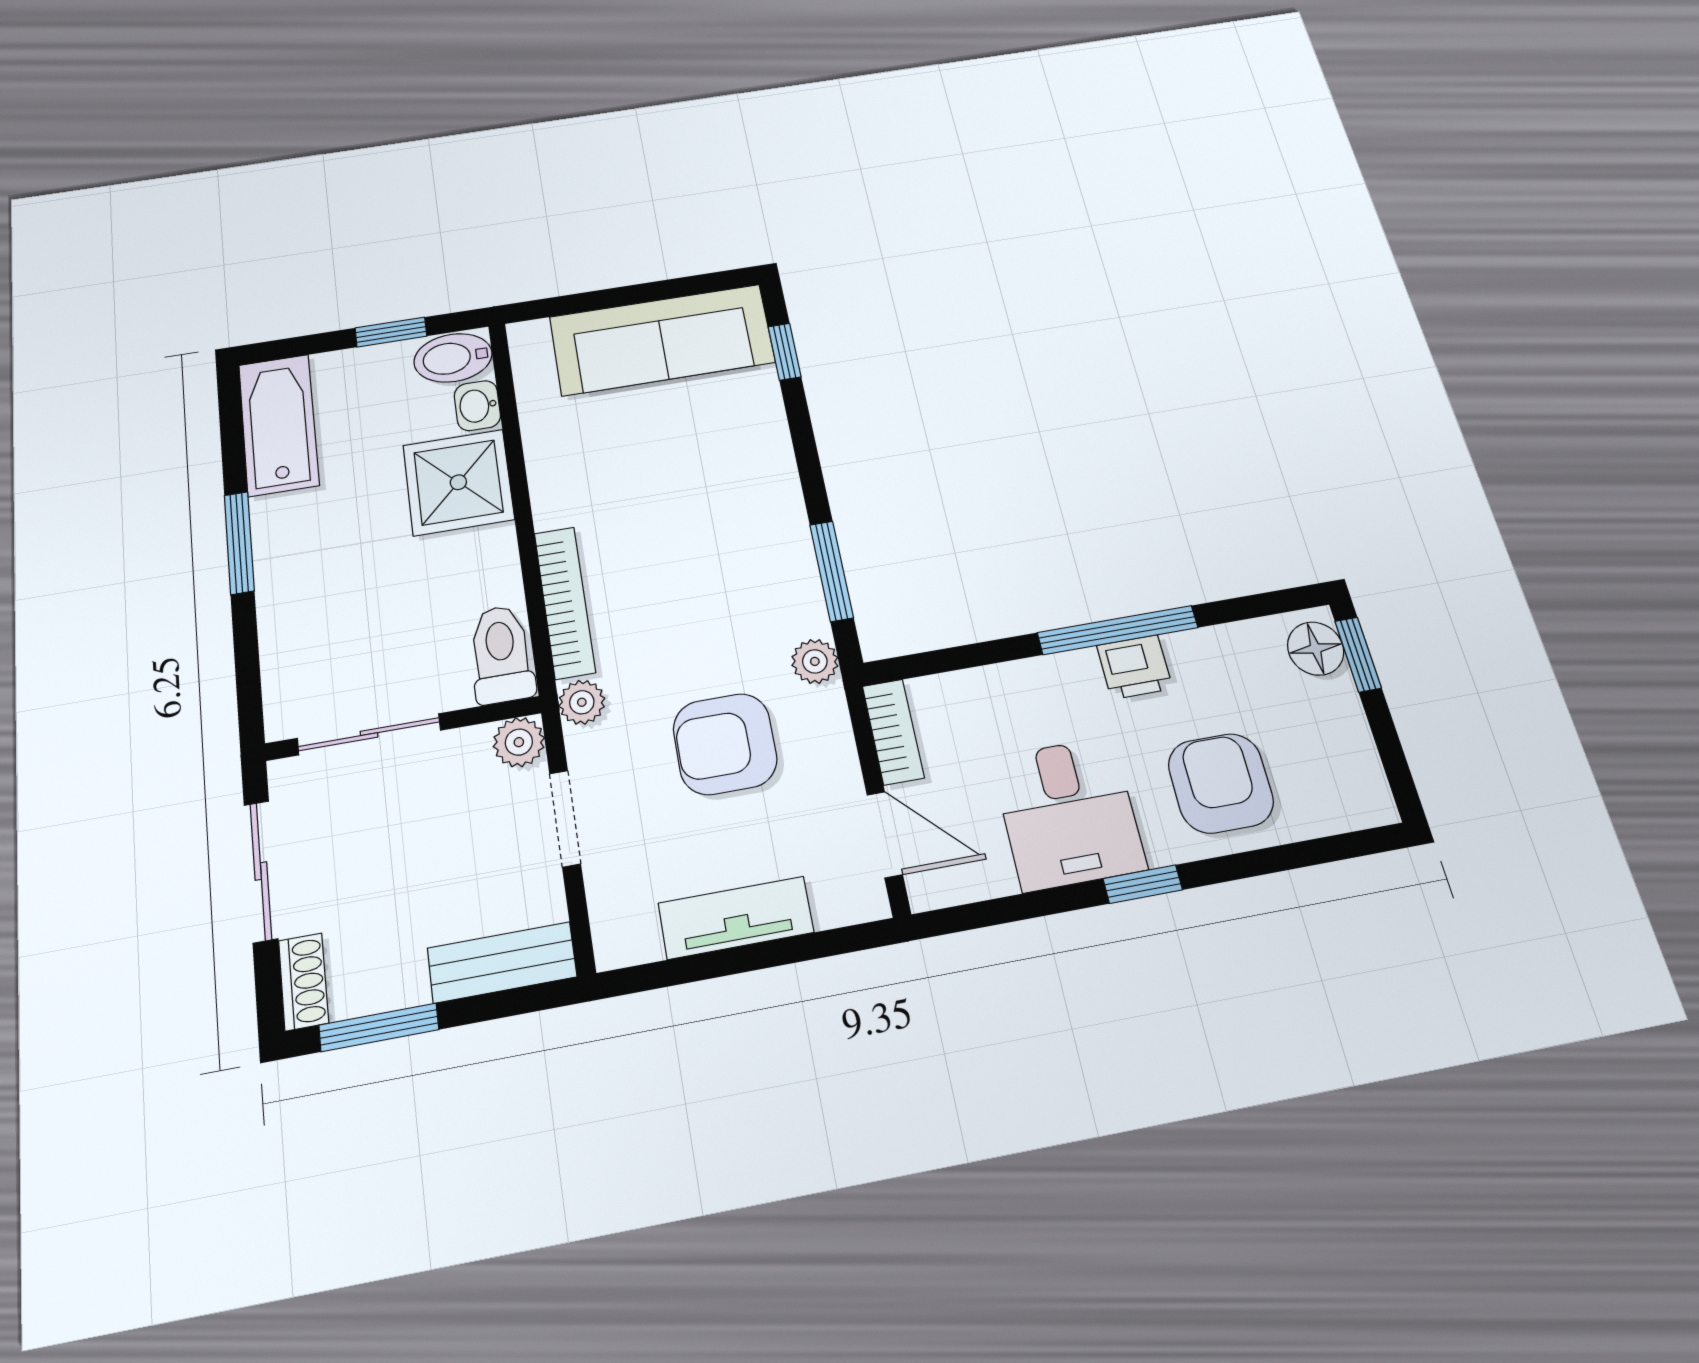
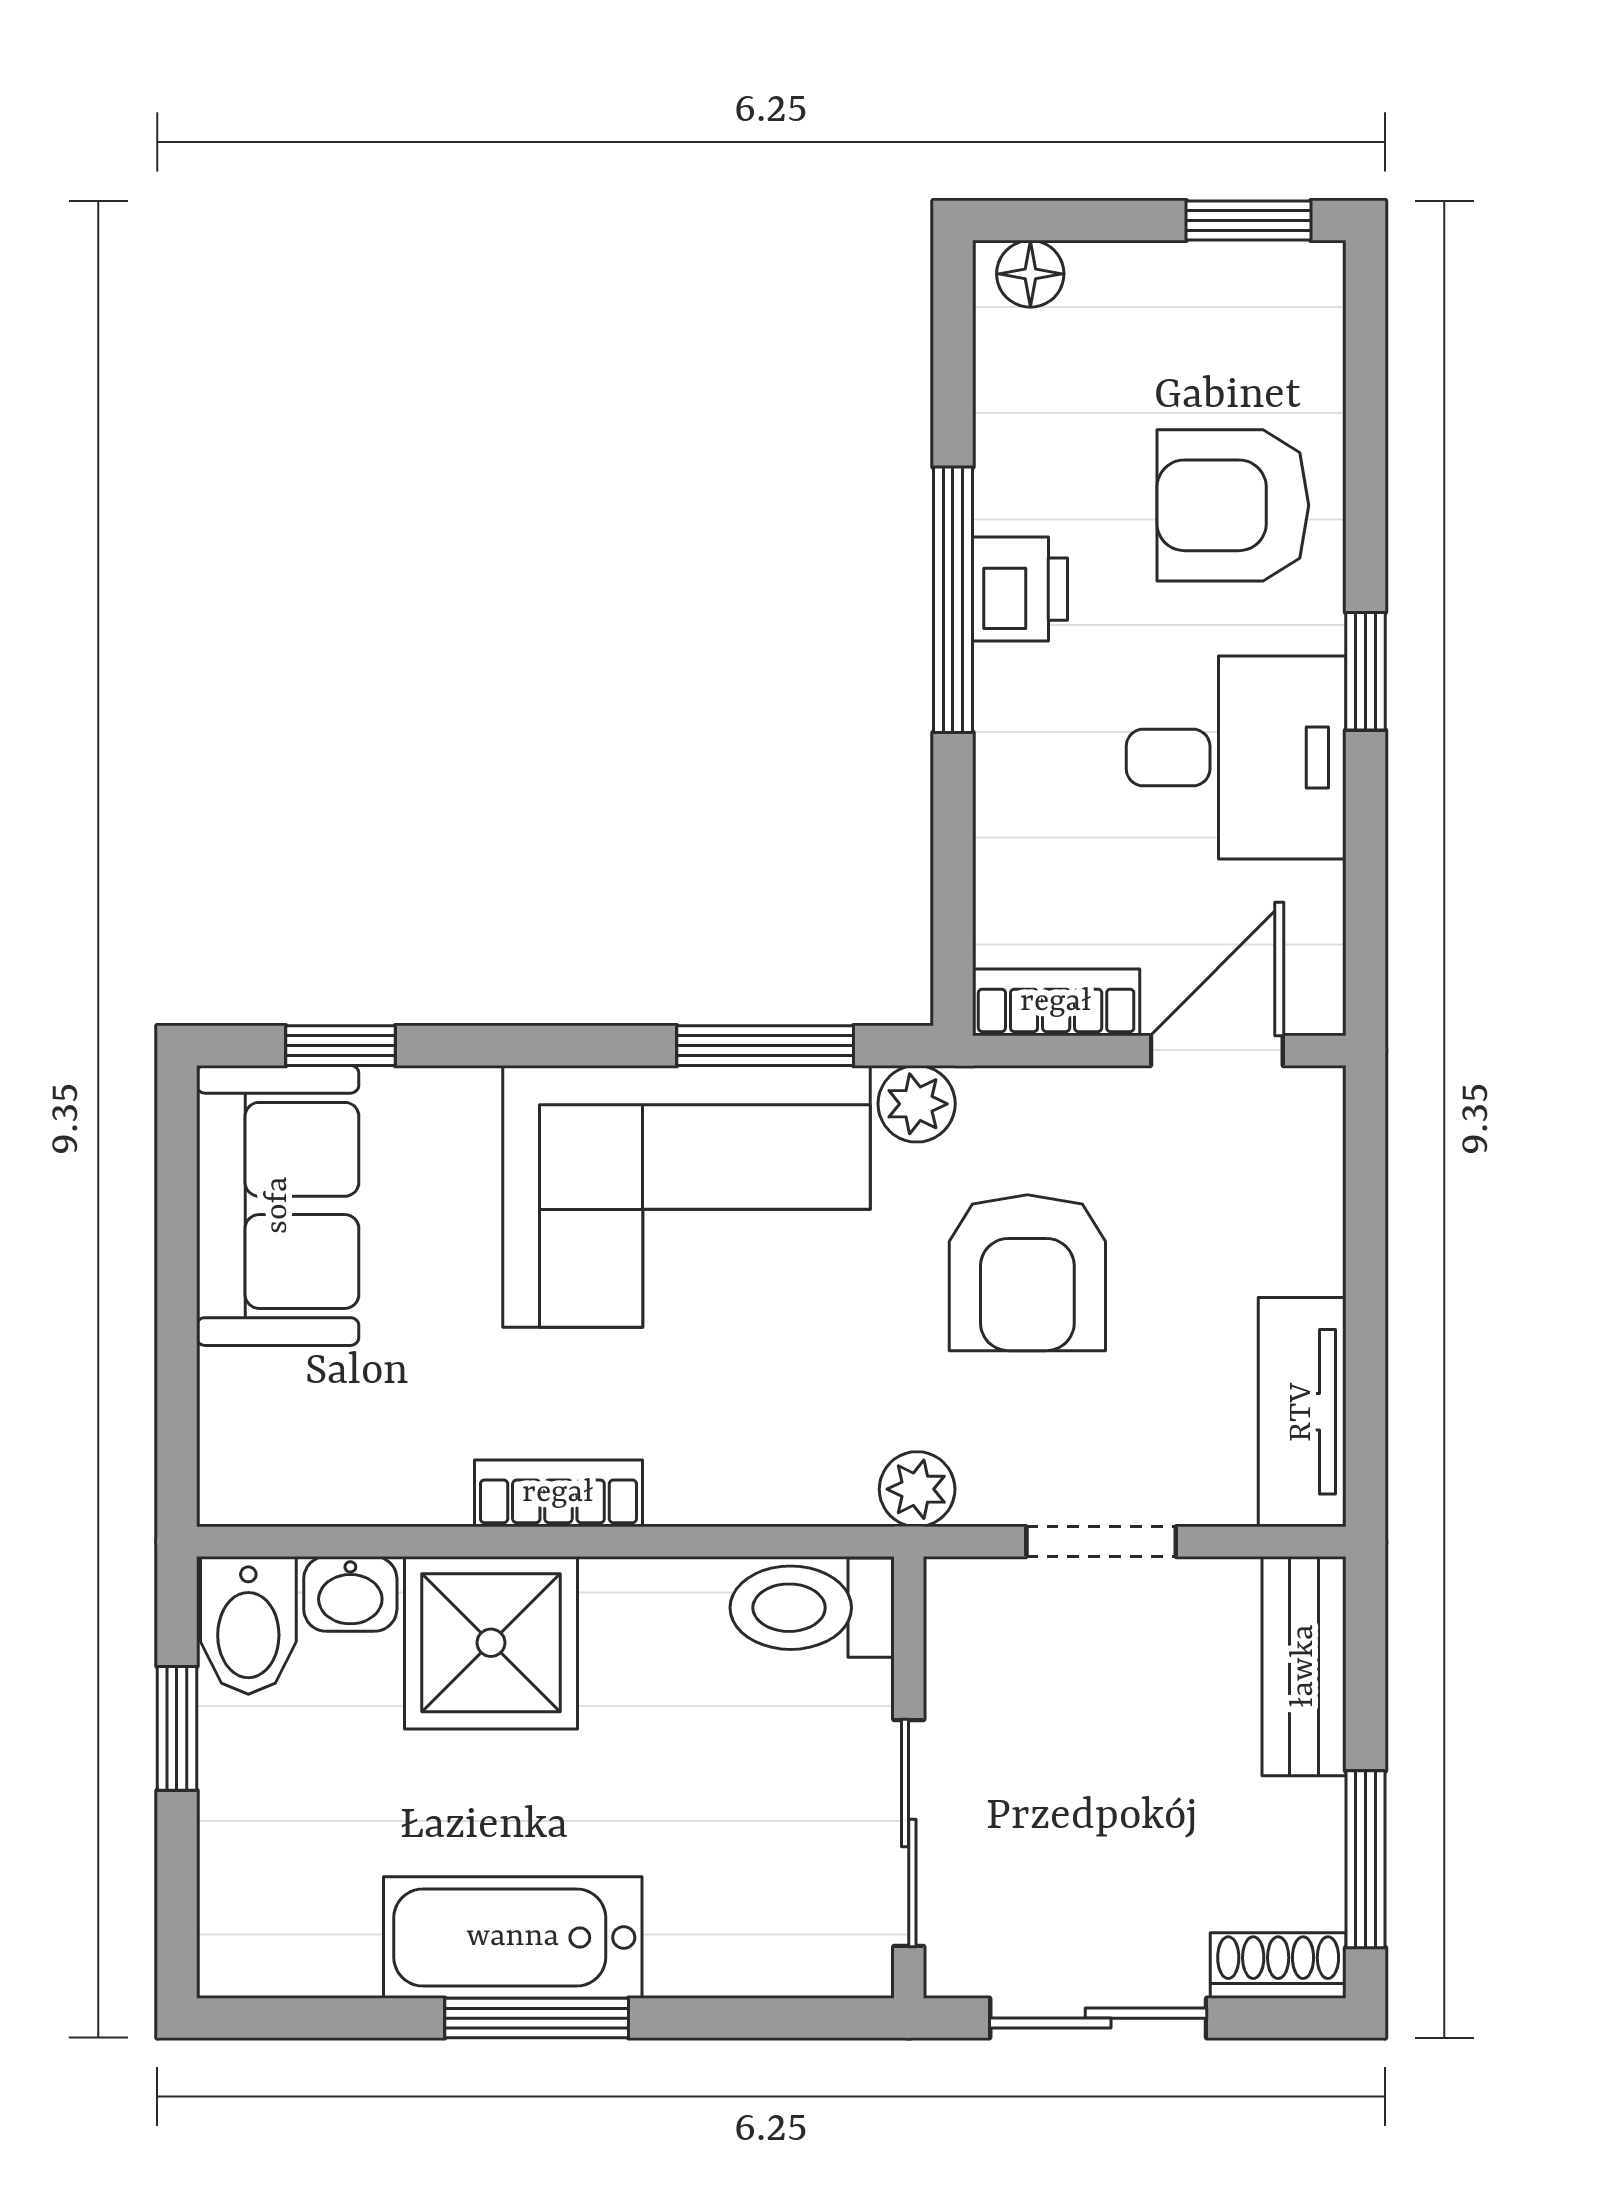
sofa: (662, 340) -> (278, 1205), width x0.73
bathtub: (279, 425) -> (513, 1937), moved
corner sofa: (735, 543) -> (687, 1196), added
bookcase: (565, 602) -> (558, 1493), moved, width x0.64
floor lamp: (1316, 649) -> (1030, 274), width x0.73, depth x0.73
window: (1358, 655) -> (1248, 221), moved
plant: (519, 742) -> (965, 1598), removed
tv unit: (736, 918) -> (1302, 1412), moved

